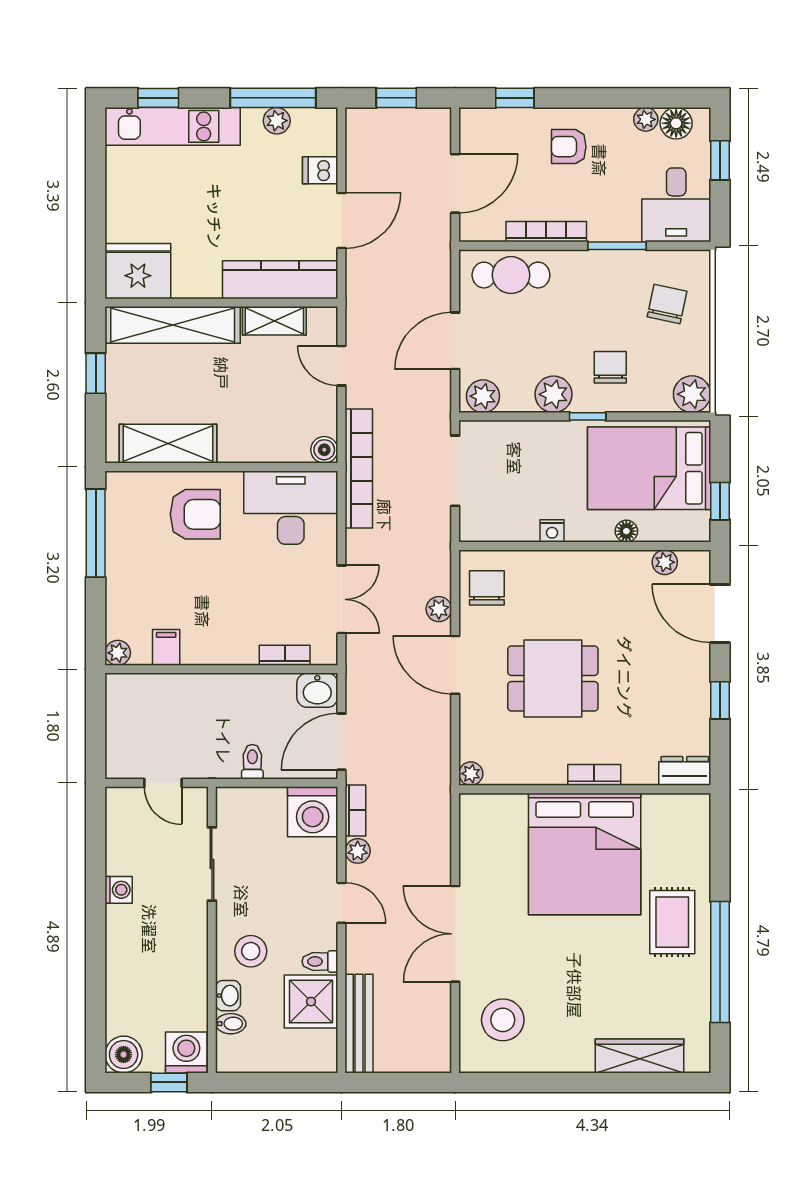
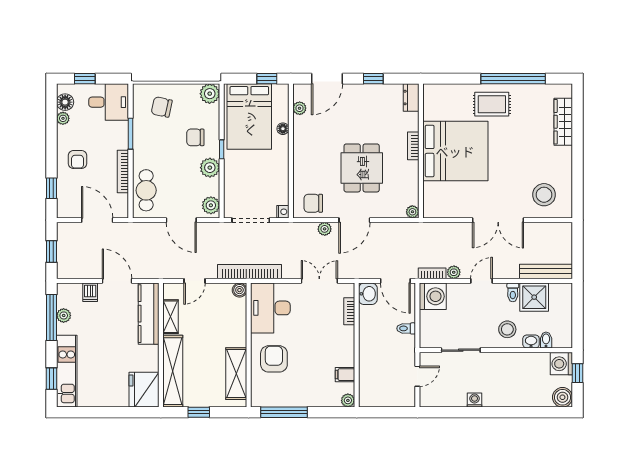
nightstand: (552, 531) -> (283, 212), moved

